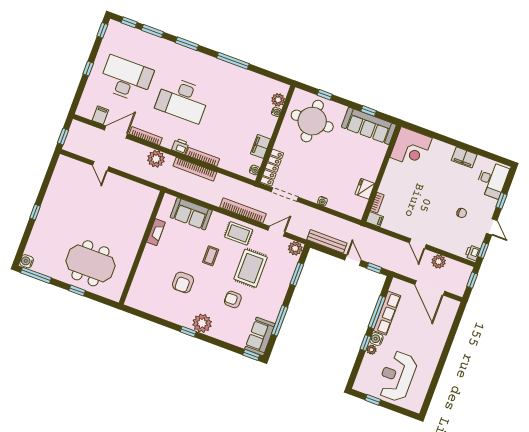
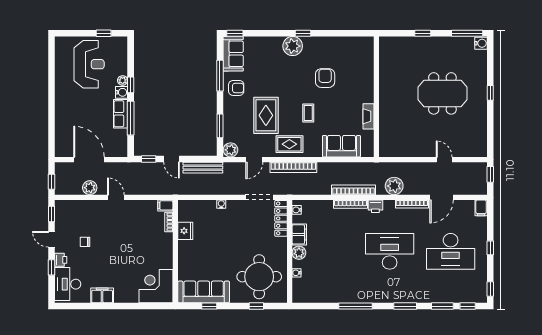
plant: (278, 100) -> (299, 253), moved
filing cabinet: (100, 115) -> (481, 208), moved
printer: (473, 253) -> (61, 260), moved
meeting table: (90, 263) -> (442, 93), moved
armchair: (233, 299) -> (236, 88), moved
row of seats: (387, 313) -> (121, 114), width x0.68

